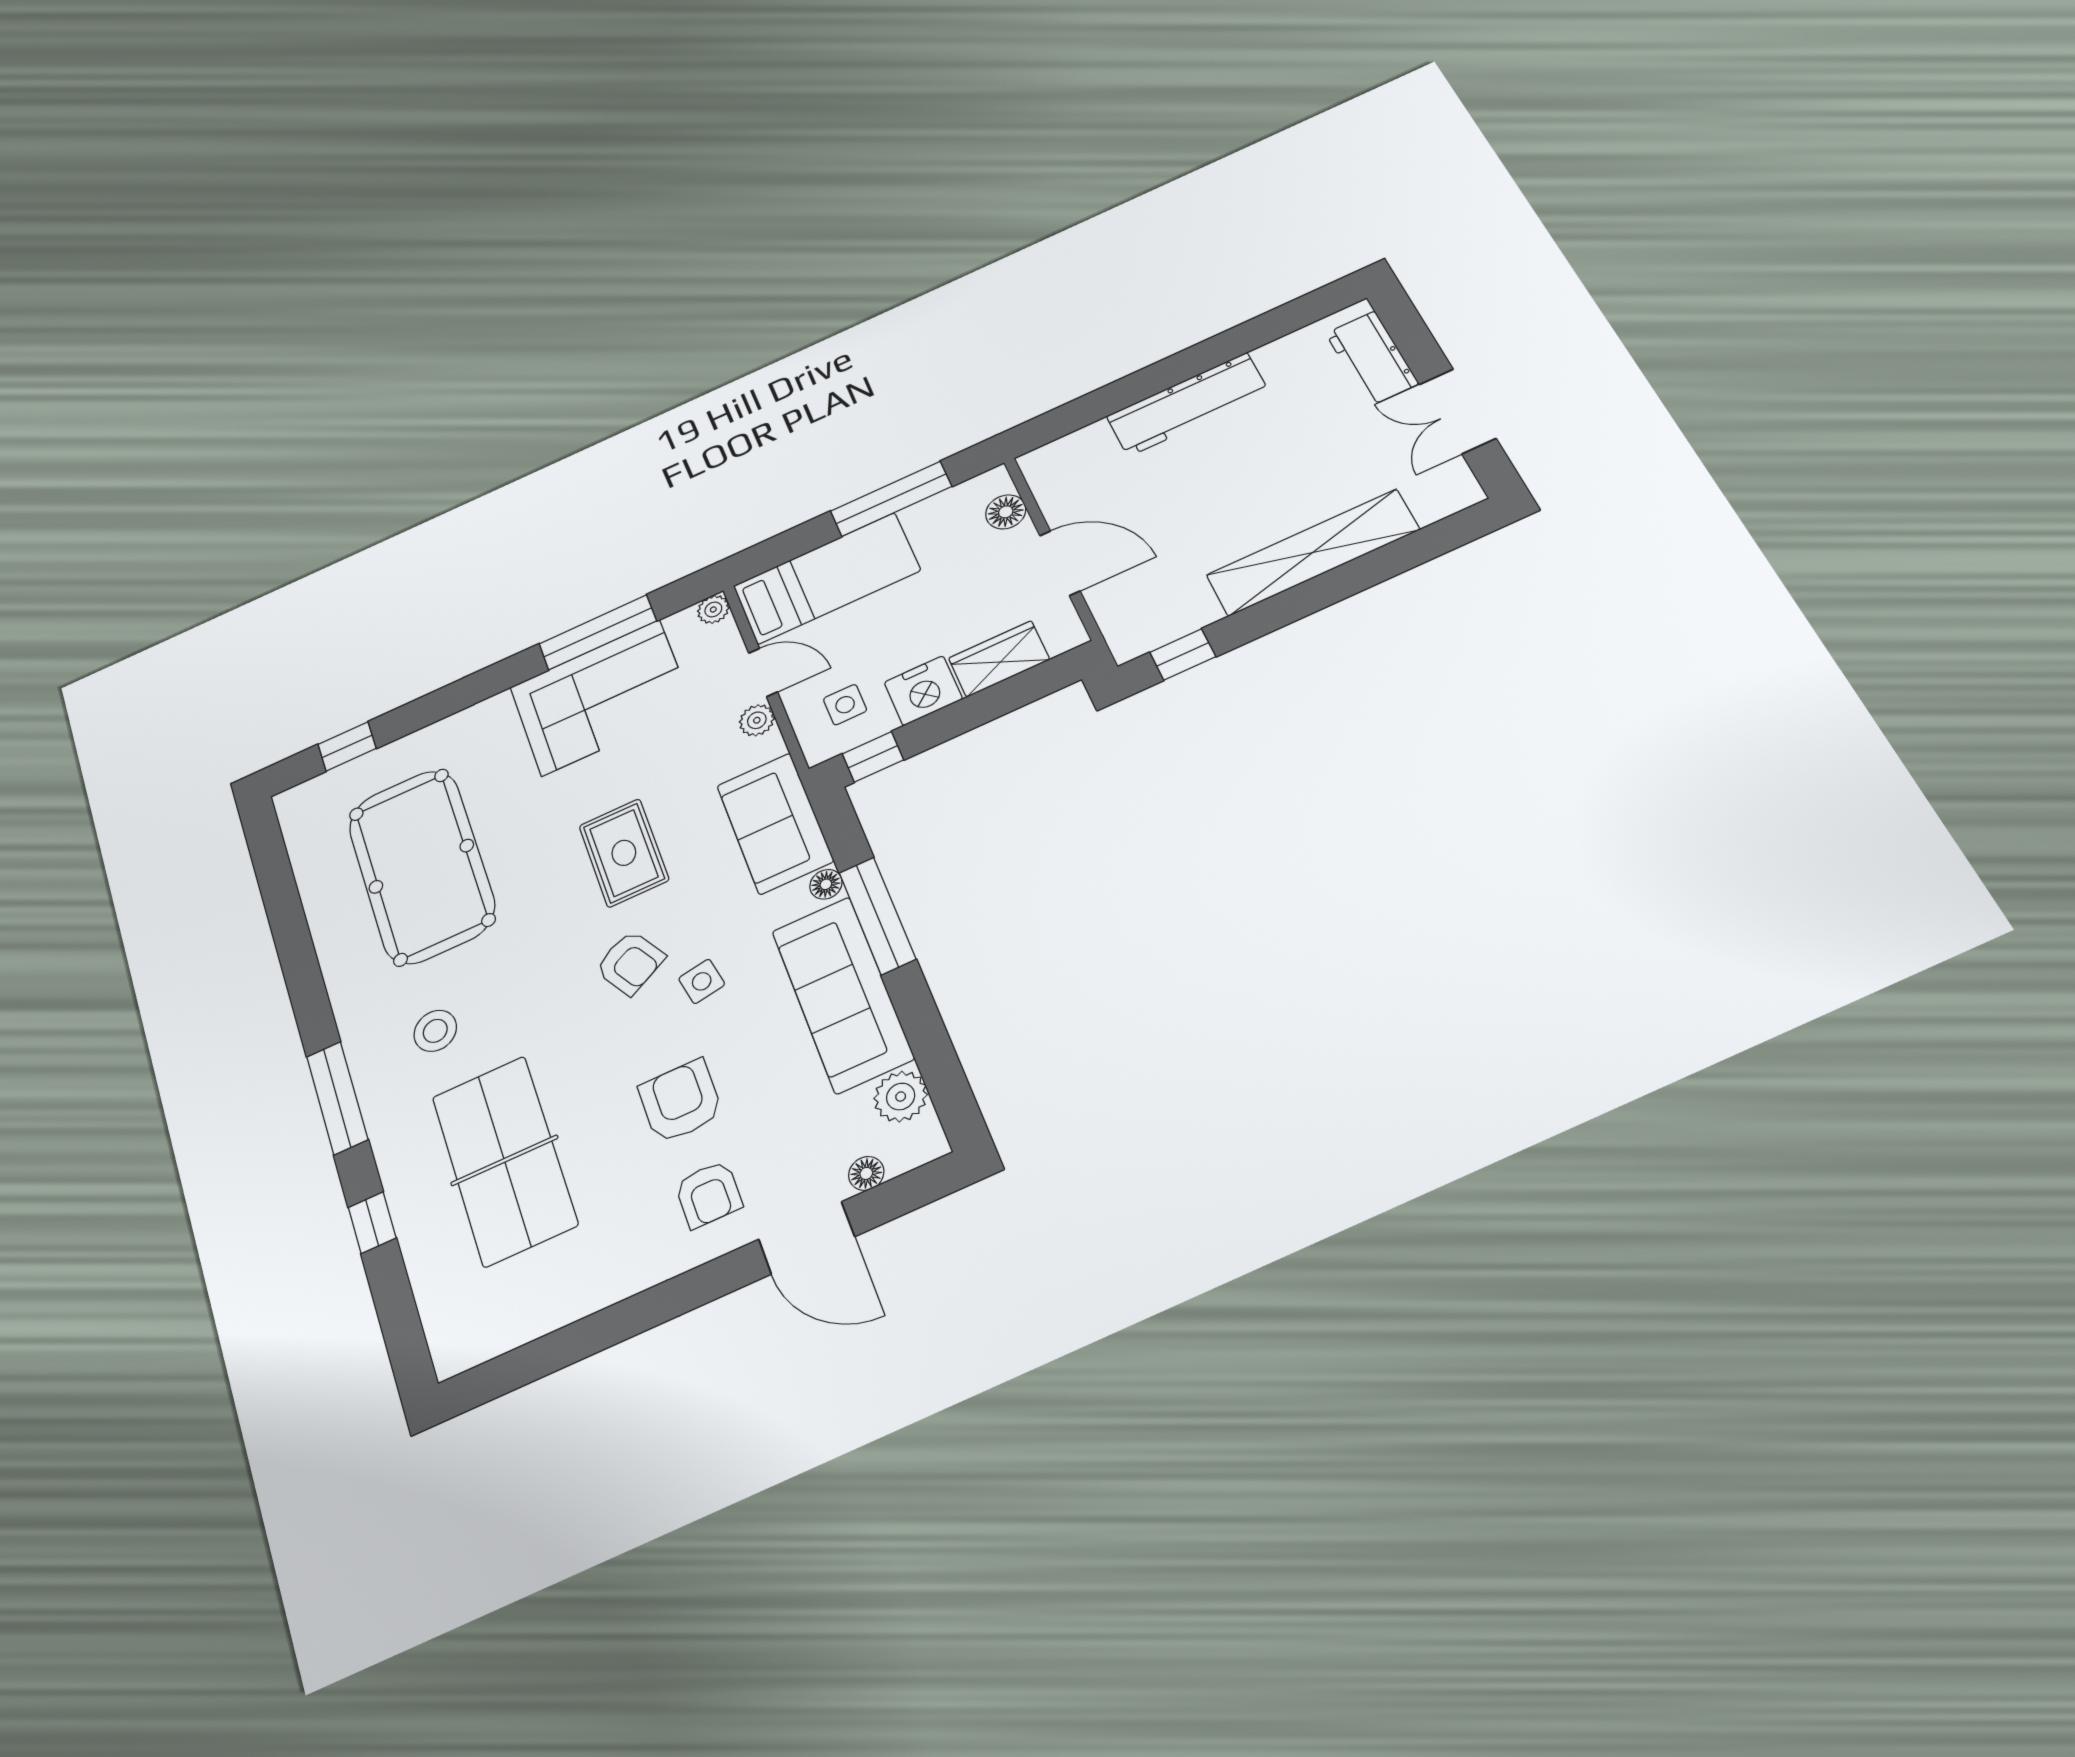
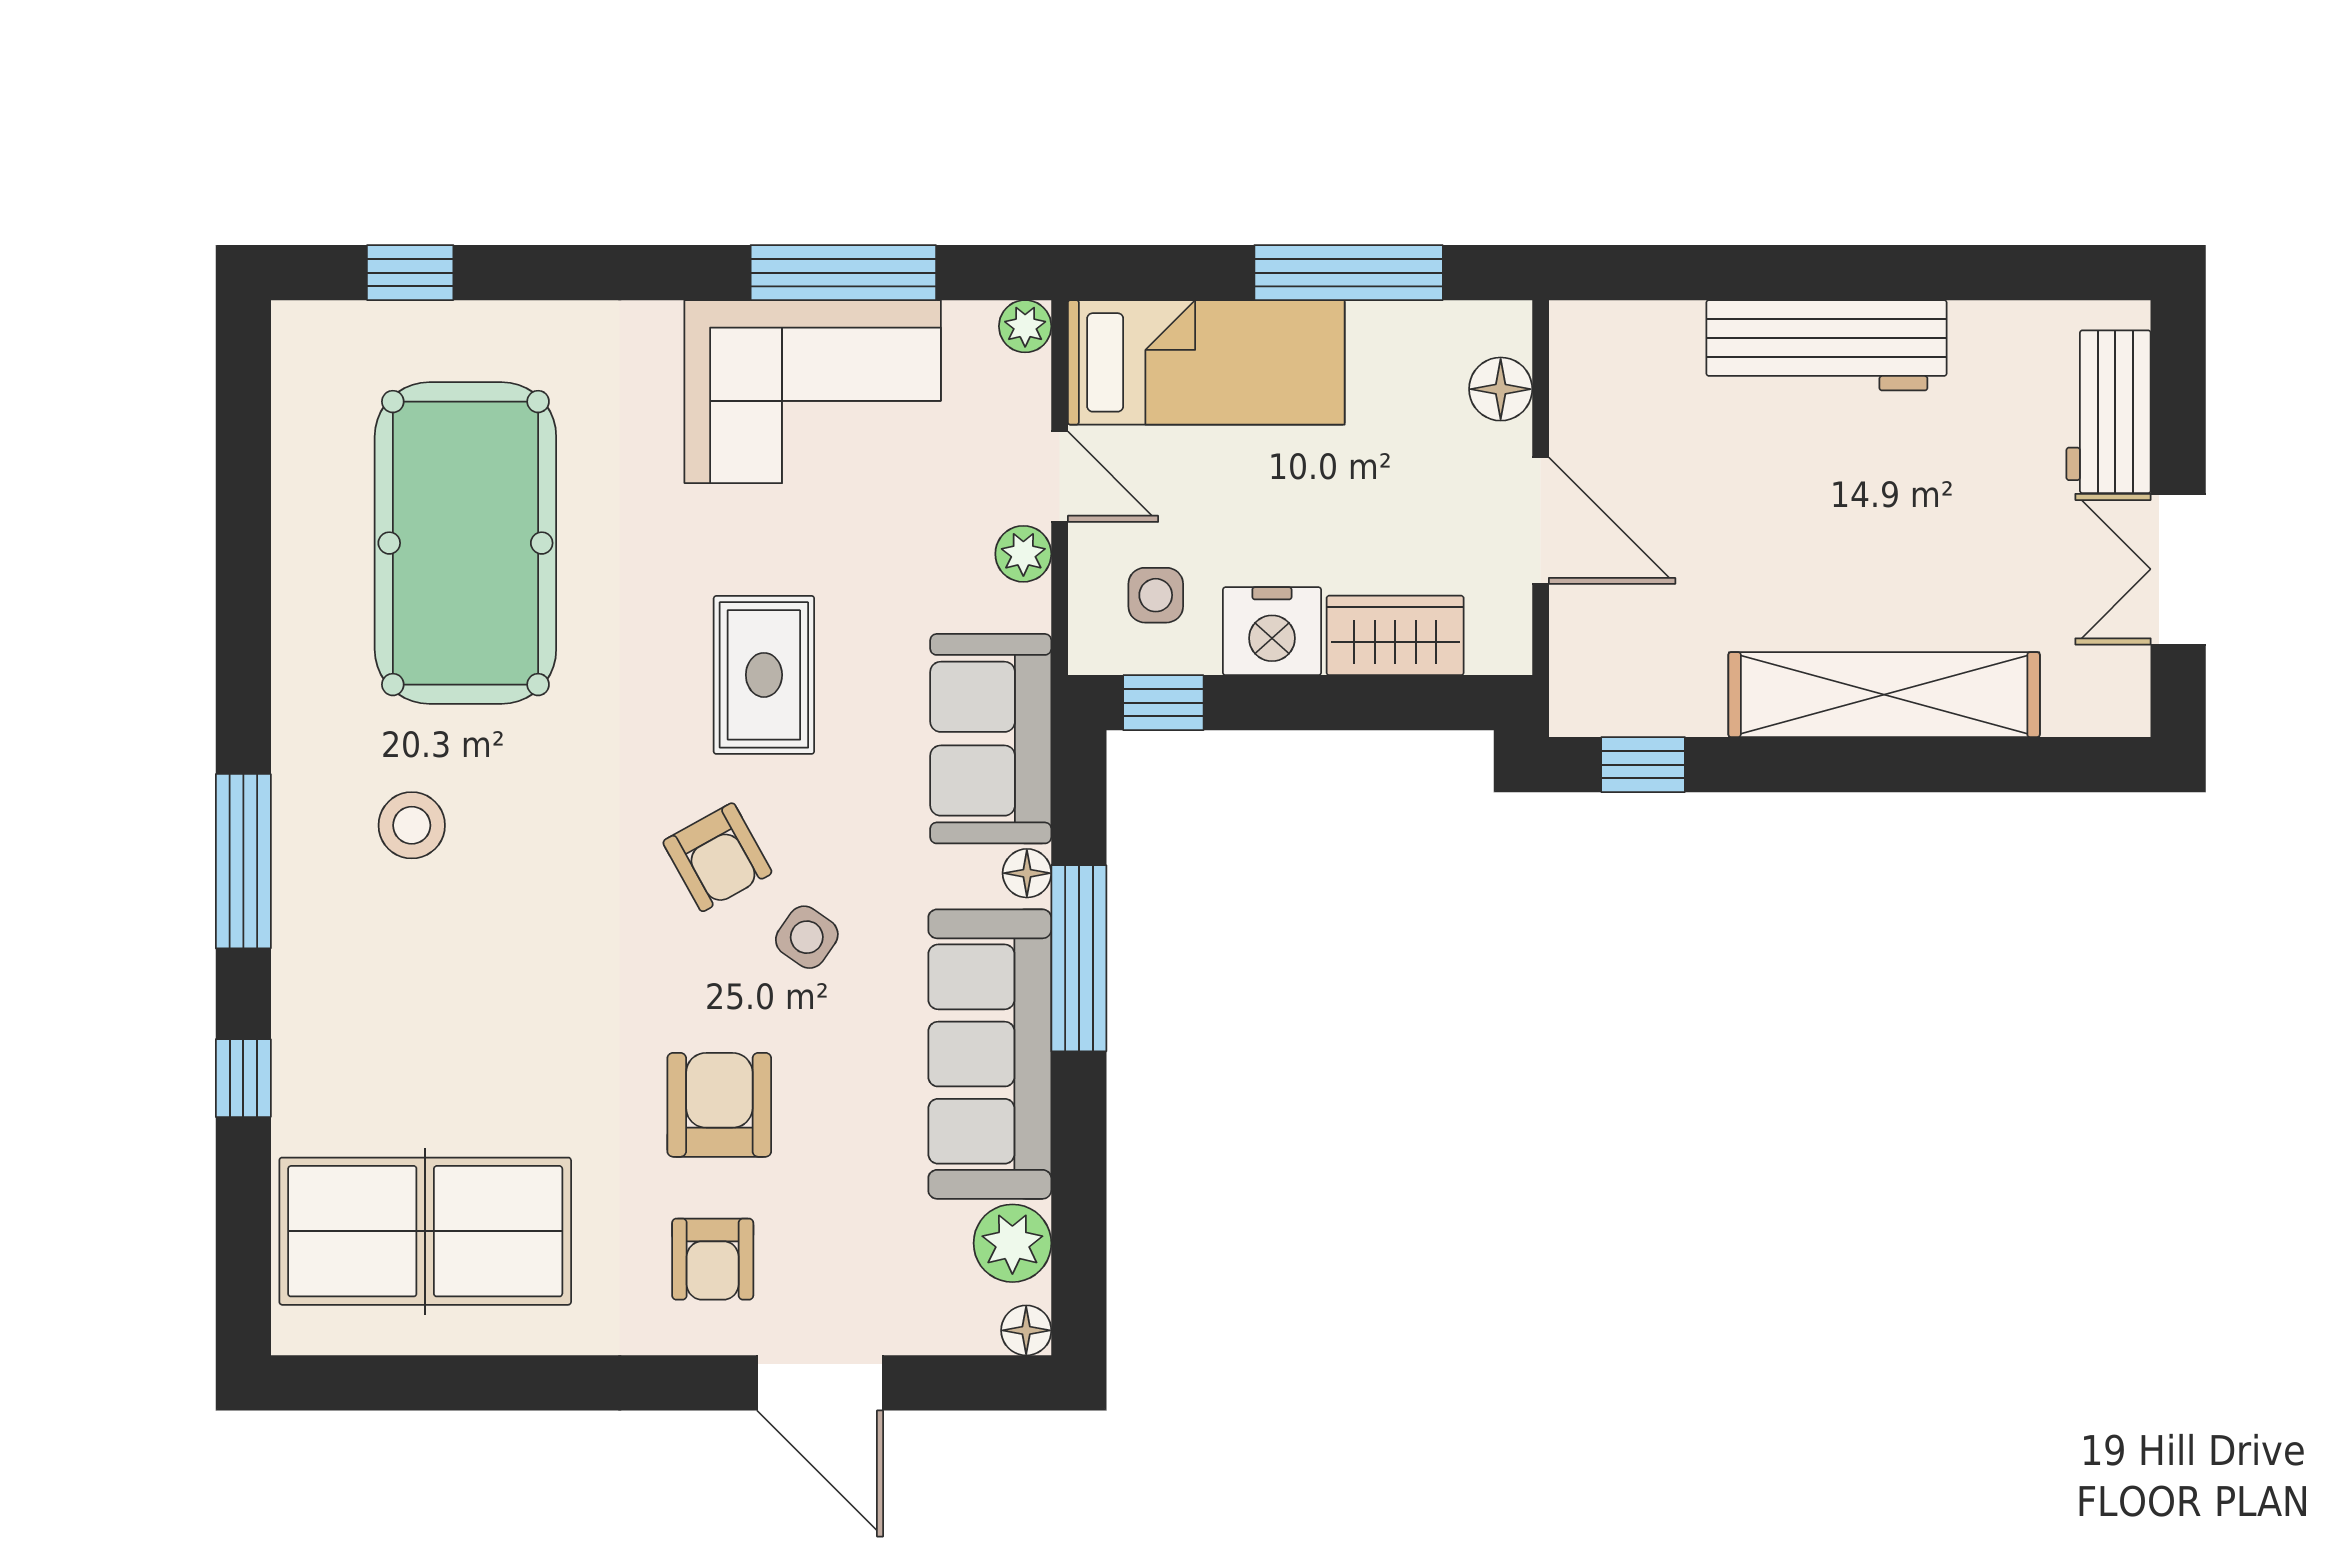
side table: (702, 981) -> (807, 937), turned 45
table tennis table: (504, 1160) -> (425, 1231), moved, turned 90
floor lamp: (866, 1173) -> (1026, 1330), moved

